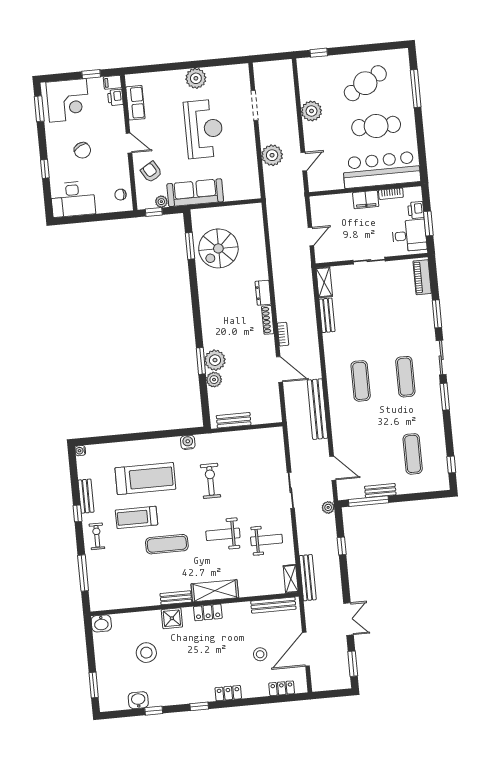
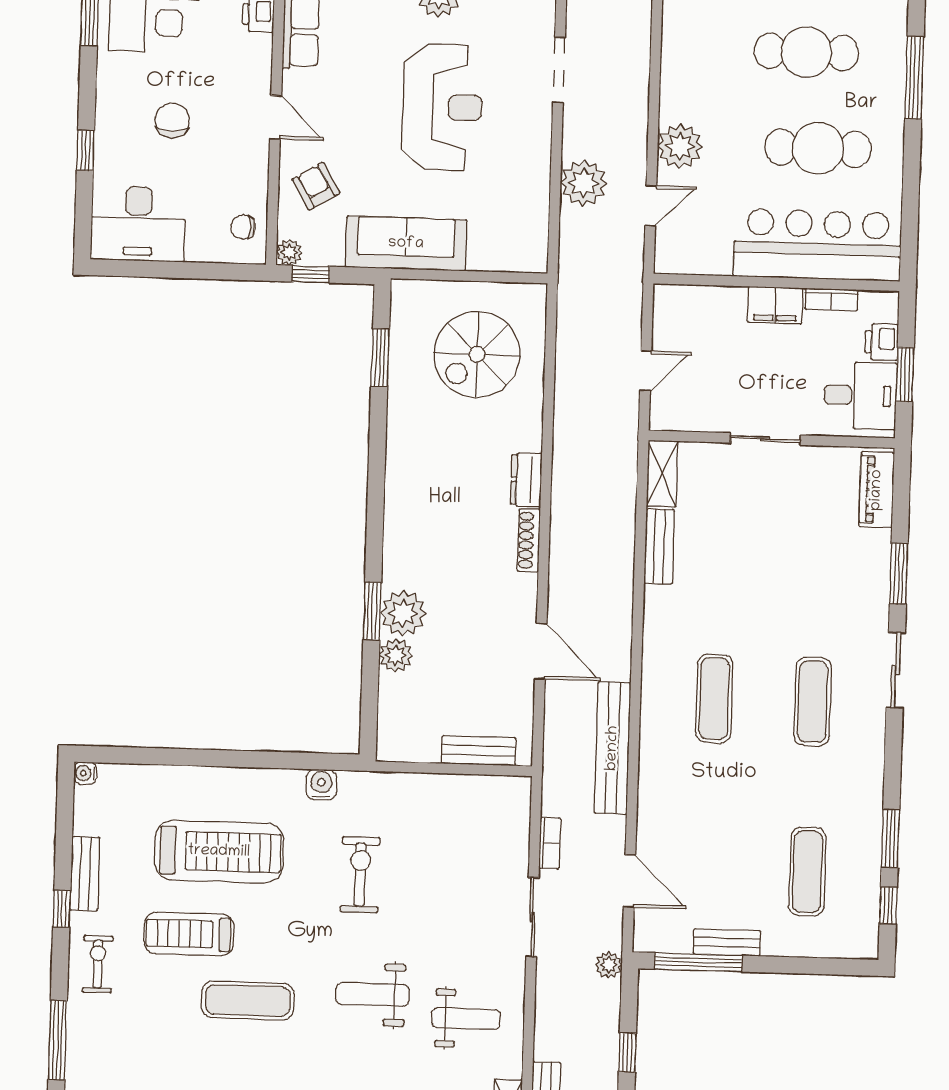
cafe table: (365, 83) -> (806, 52), turned 31
plant: (311, 111) -> (680, 146), moved
chair: (82, 150) -> (172, 120), turned -153
plant: (161, 202) -> (289, 252), moved
spiral stairs: (218, 248) -> (477, 354), moved
bookcase: (283, 334) -> (550, 843), moved
window: (445, 397) -> (890, 838), moved
bench: (234, 420) -> (479, 751), moved

